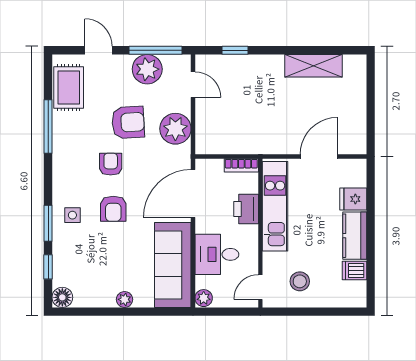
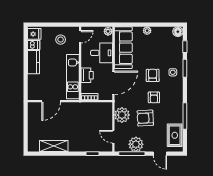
fridge: (353, 199) -> (34, 34), moved

